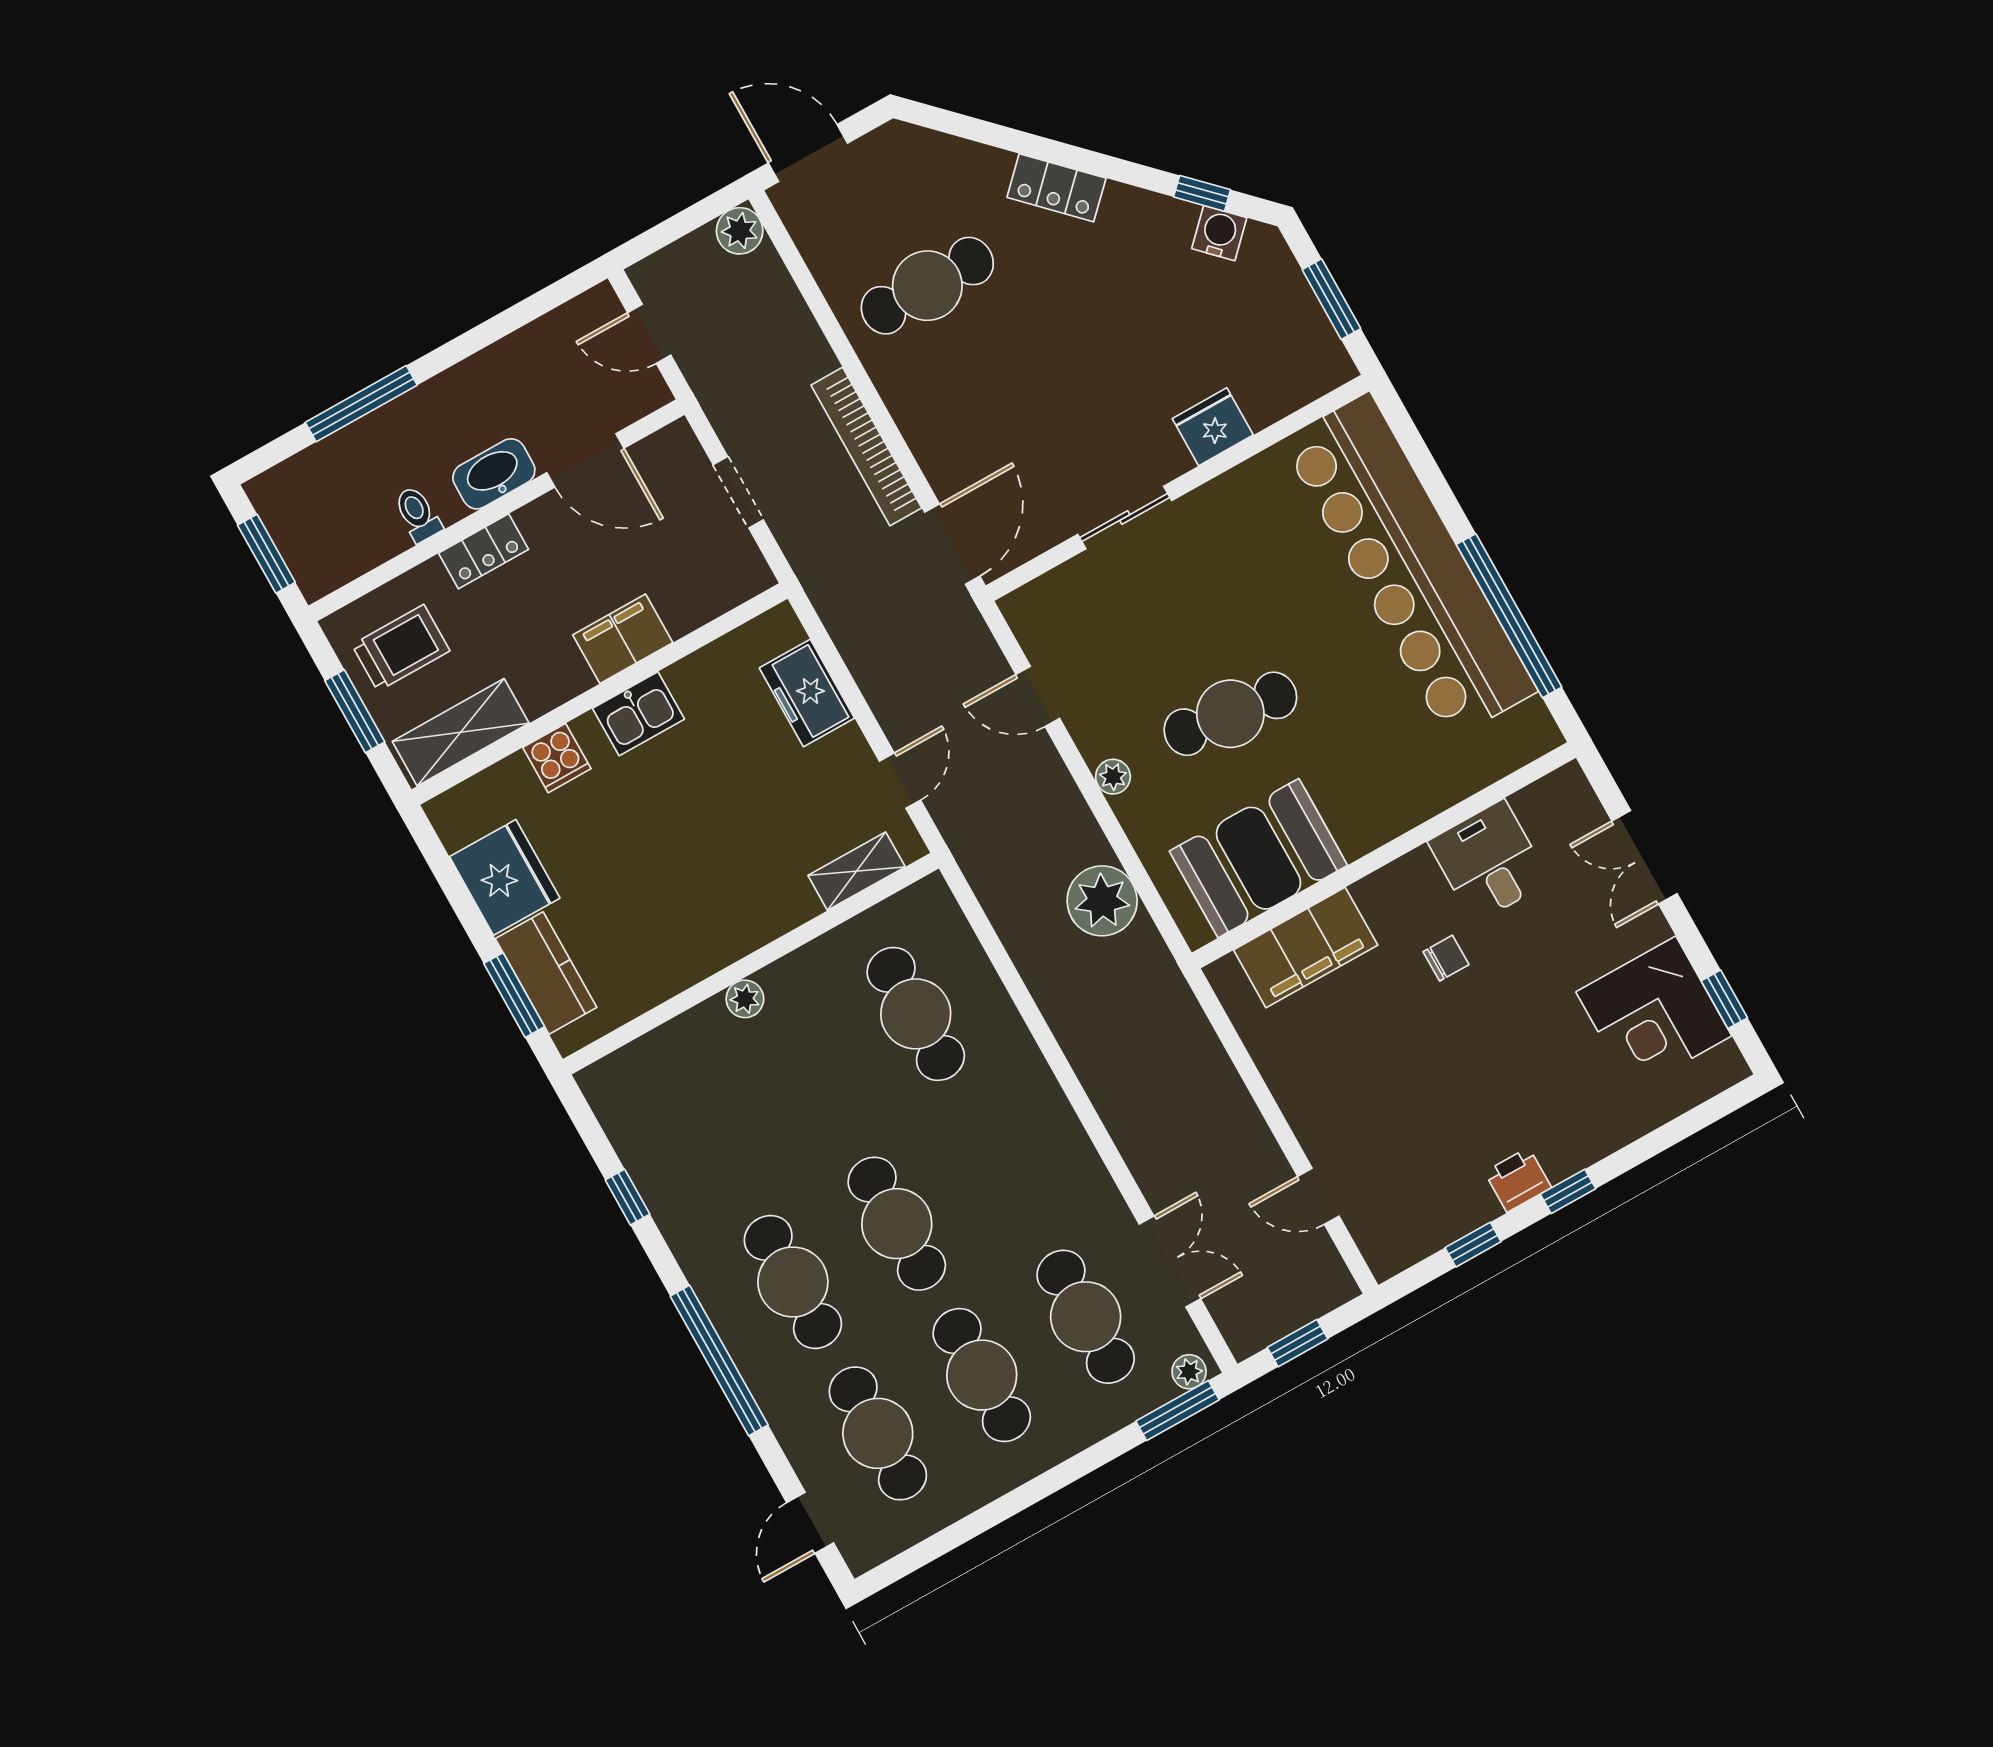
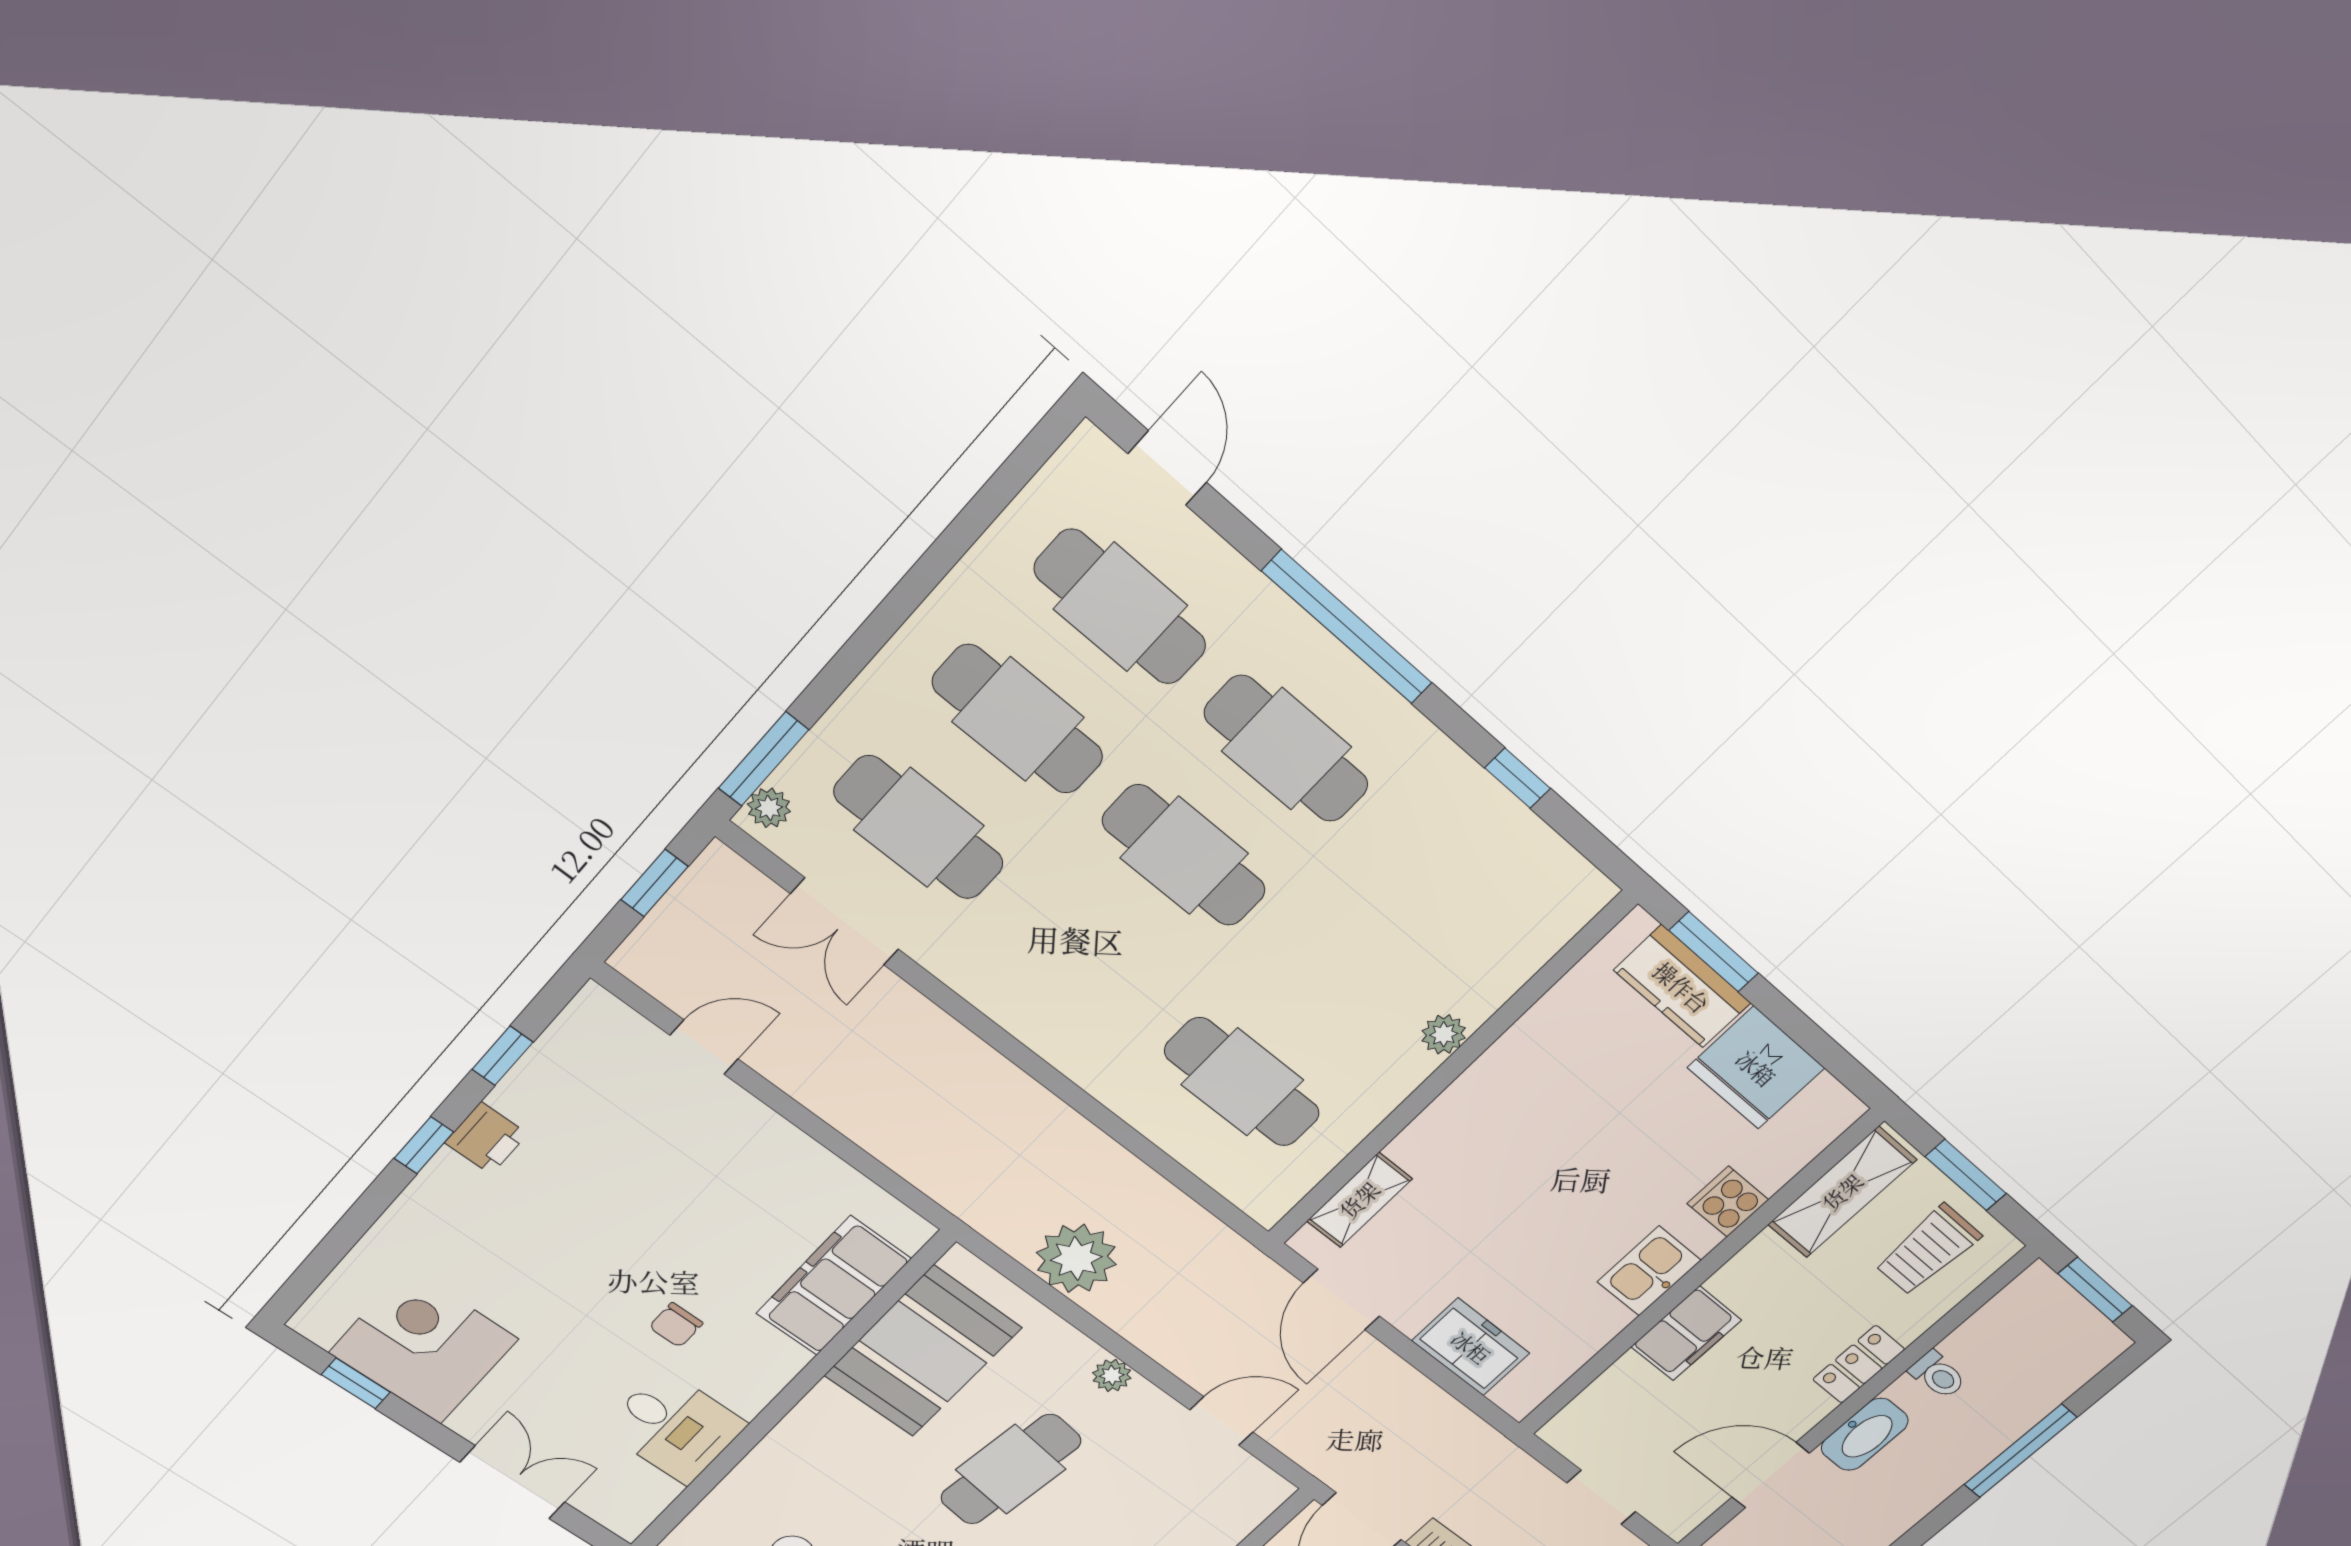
door: (900, 781) -> (1342, 1300), width x1.38

